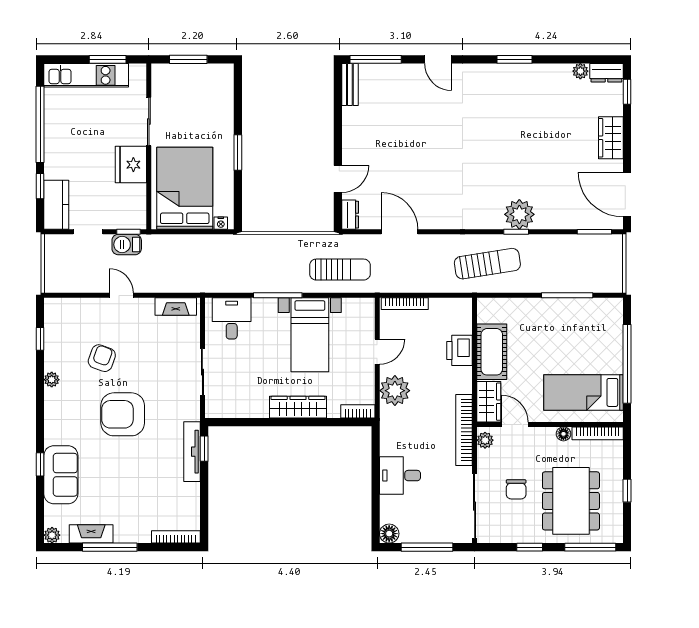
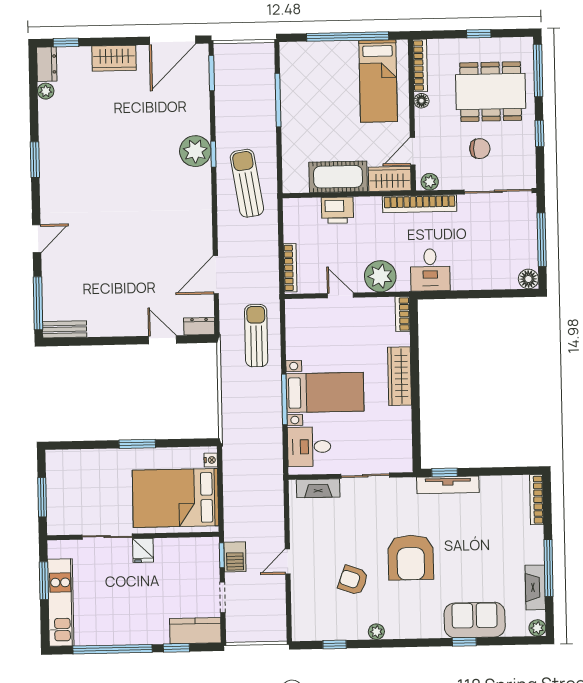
fridge: (131, 165) -> (143, 550), width x0.53, depth x0.75
fireplace: (176, 307) -> (318, 488), moved, turned 90
bed with nightstands: (310, 335) -> (325, 392), moved
desk: (400, 476) -> (430, 270), moved

